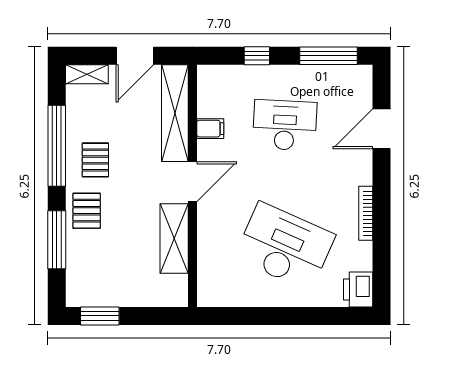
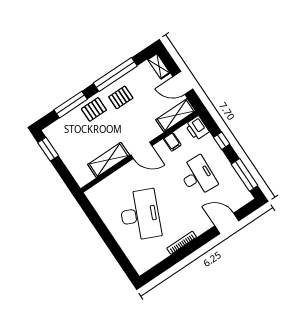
shelving: (175, 113) -> (176, 115), width x0.68
printer: (358, 290) -> (197, 128), moved, turned -90

